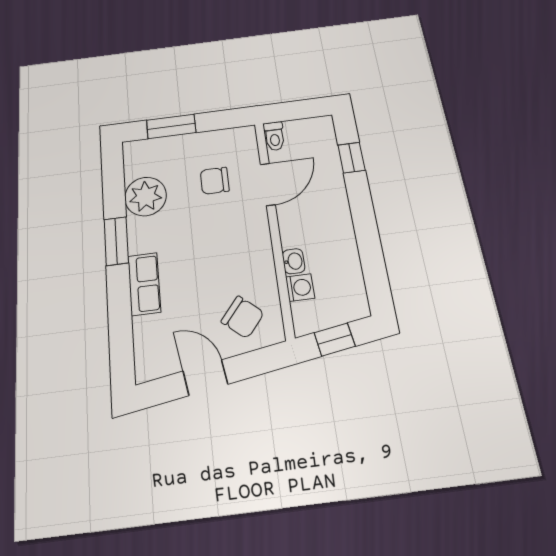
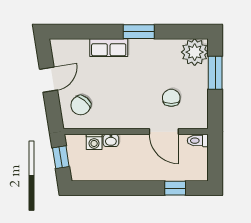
plant: (146, 196) -> (195, 52), moved

